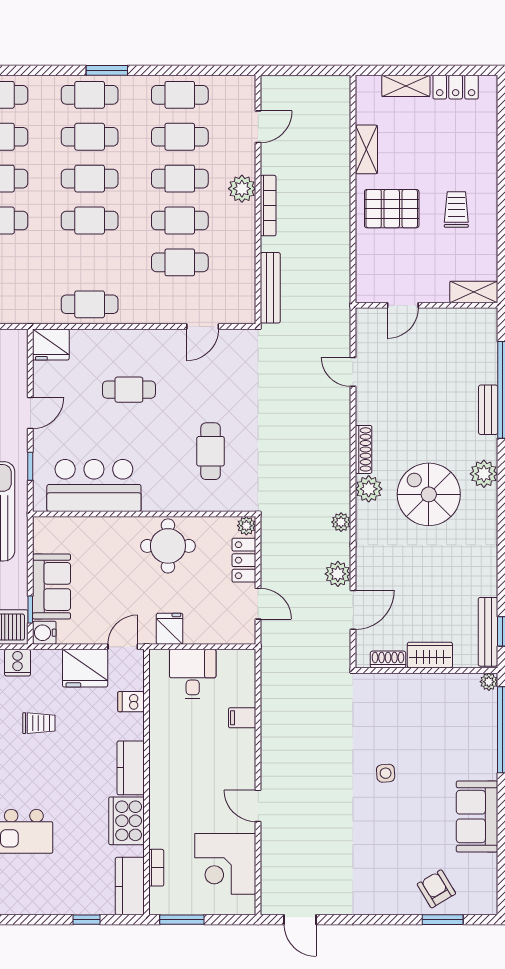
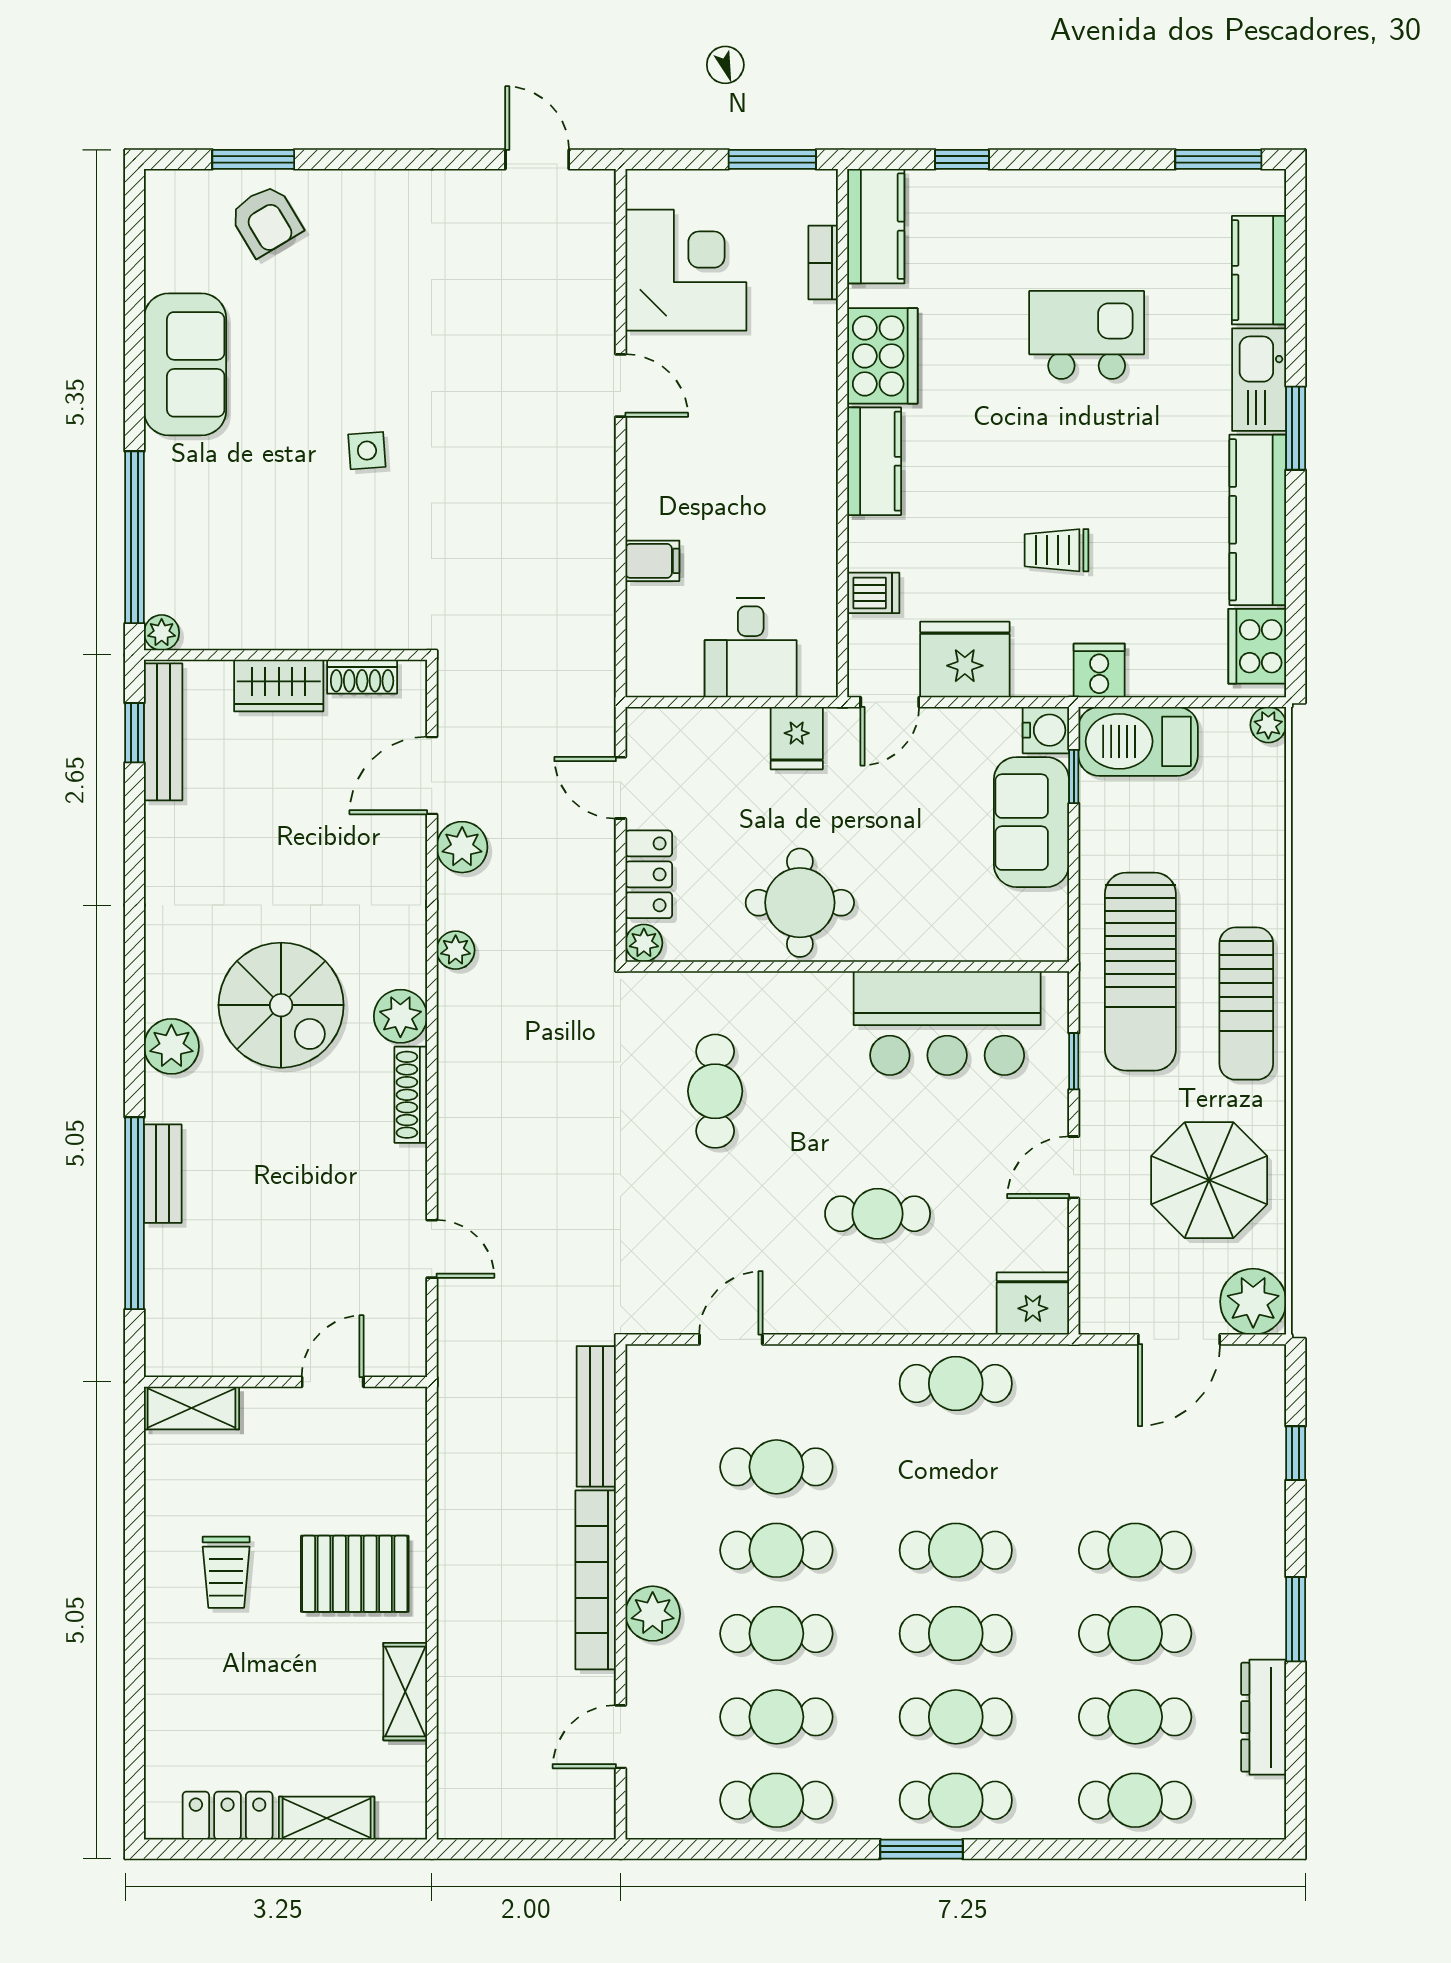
bookcase: (268, 206) -> (596, 1580), width x1.48, depth x1.31

